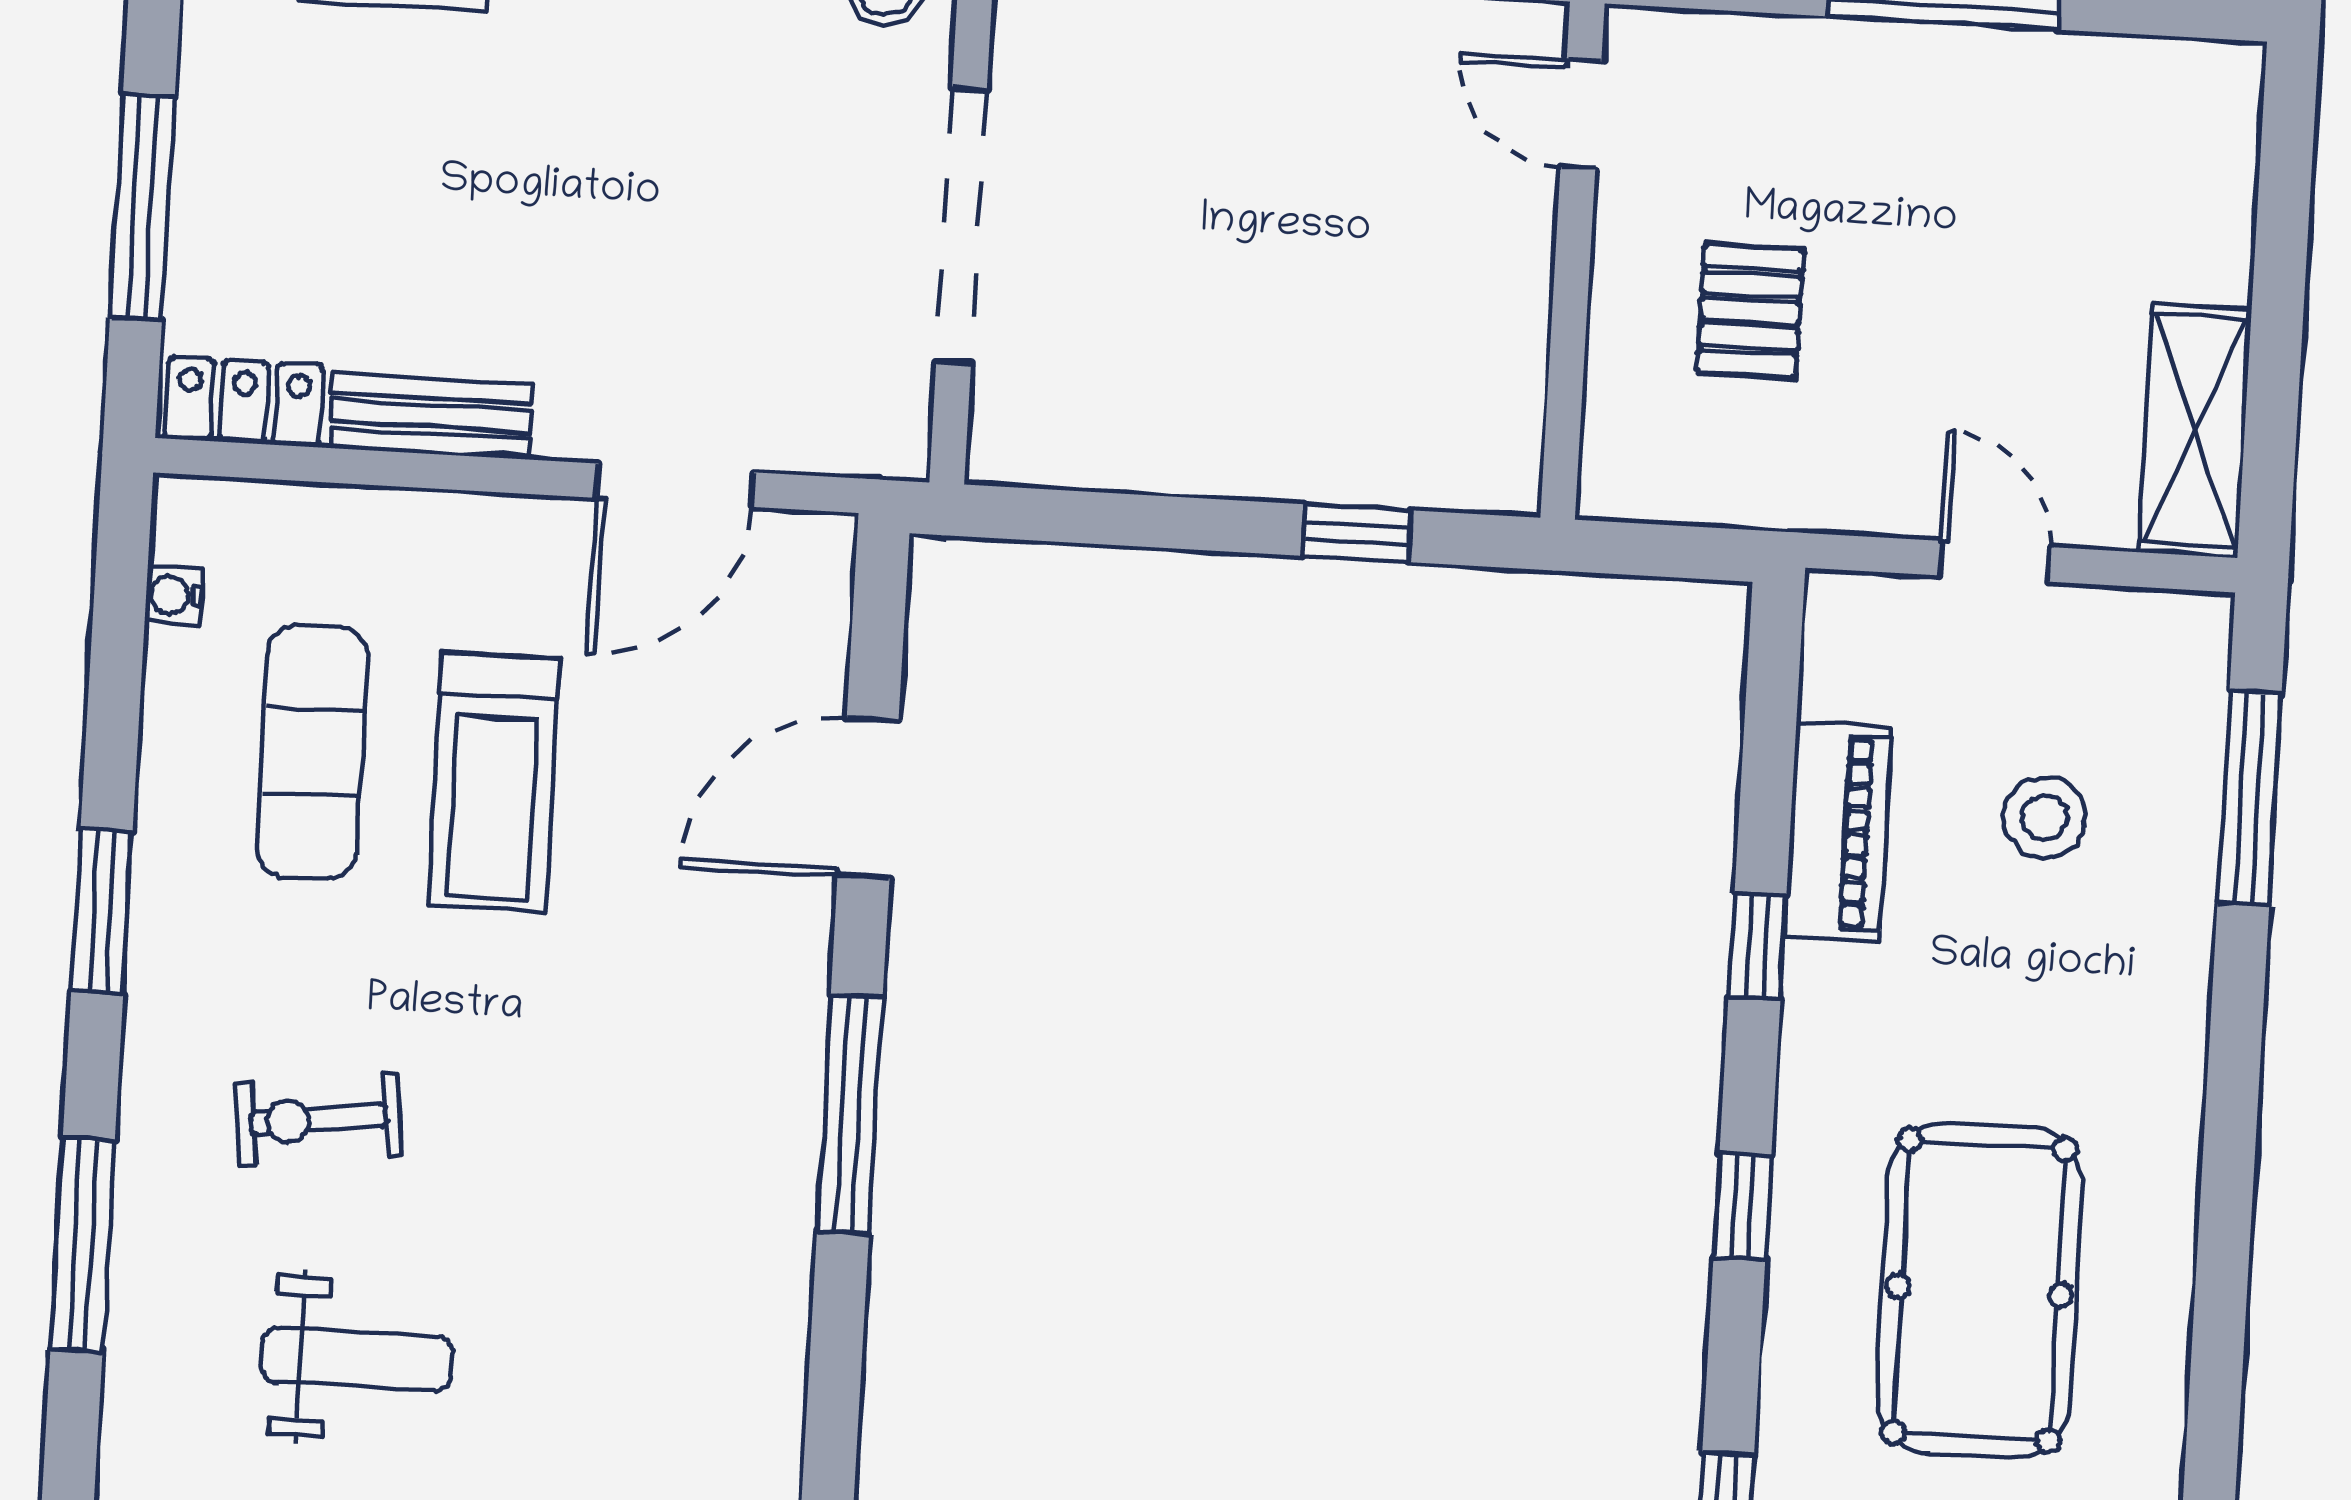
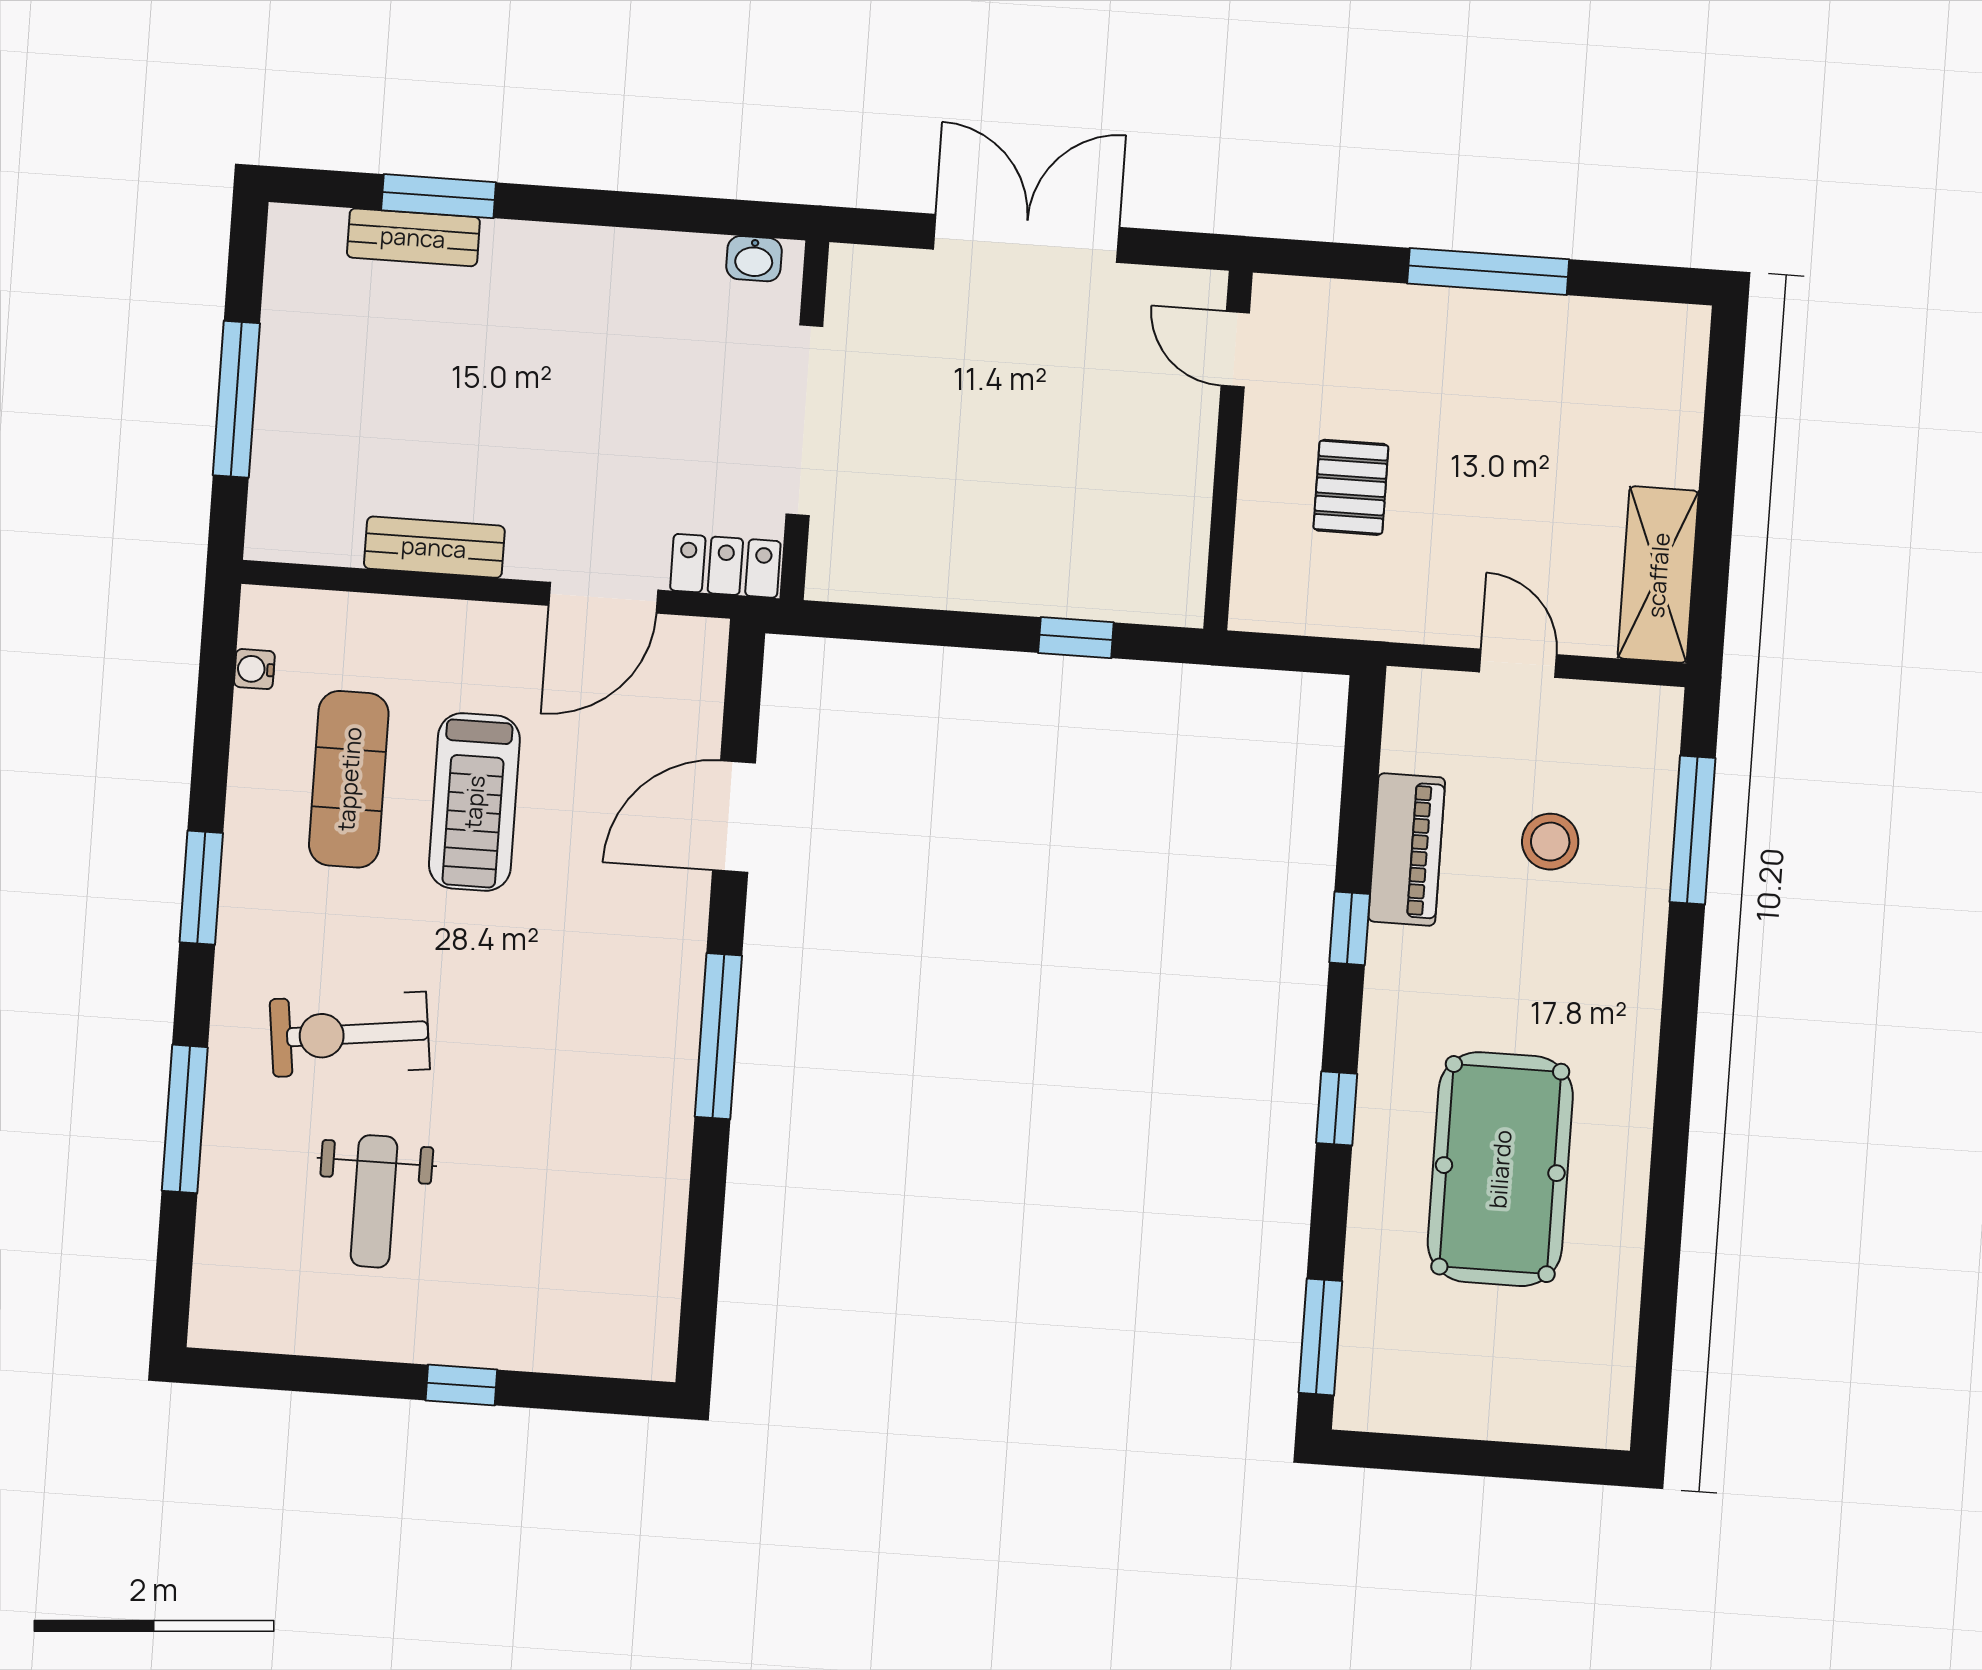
locker: (244, 402) -> (725, 566), moved
exercise bike: (319, 1119) -> (350, 1034), width x1.38, depth x1.39
weight bench: (357, 1360) -> (374, 1201), turned 90

